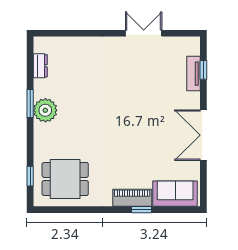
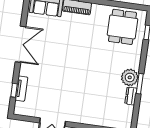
dresser: (40, 66) -> (131, 96), moved
dining table: (65, 179) -> (122, 27), turned 90

